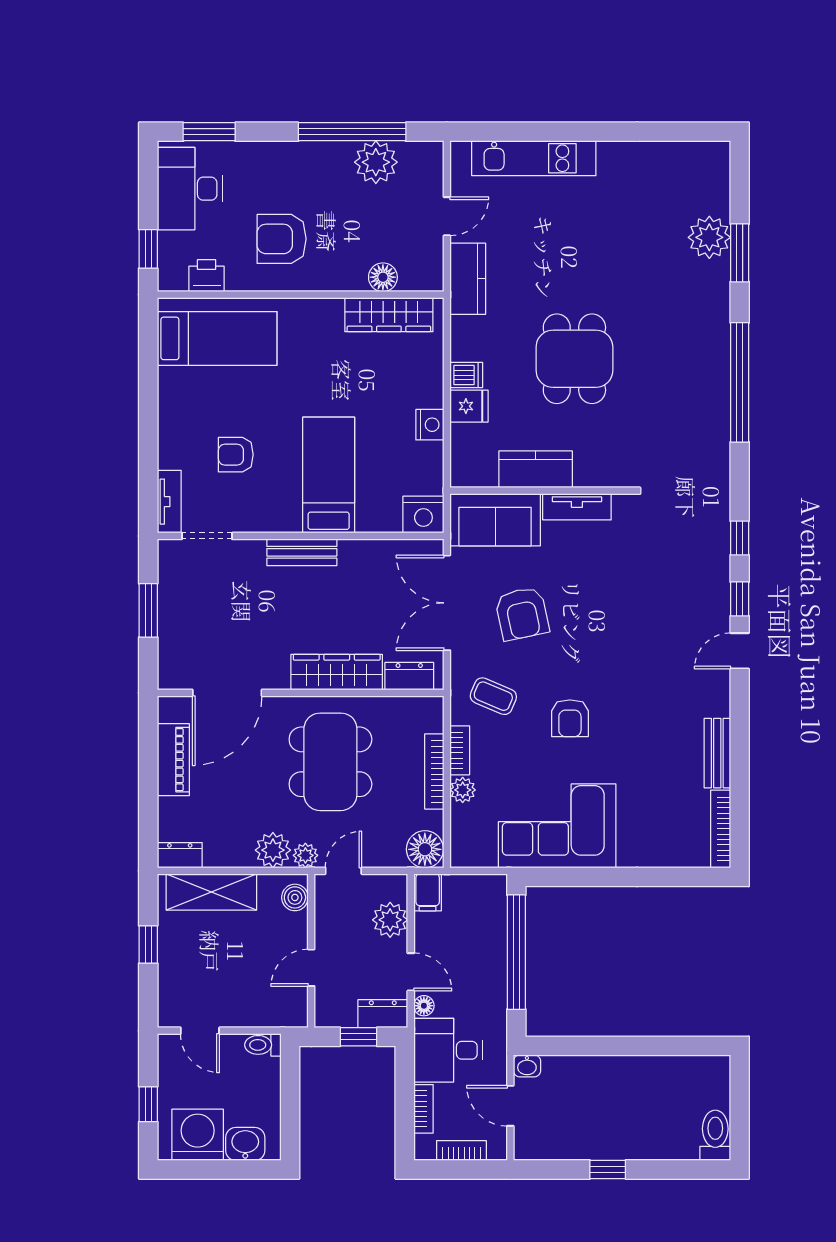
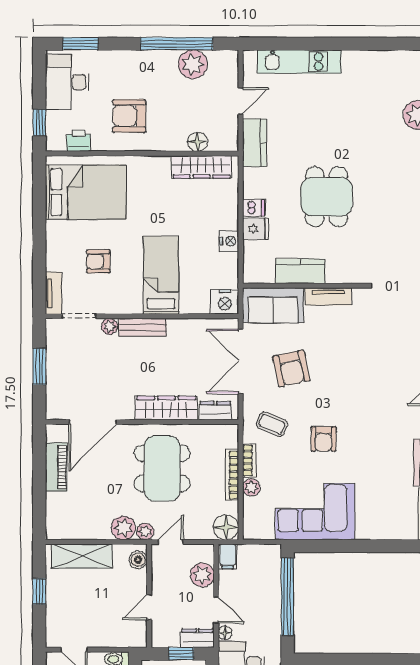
bed: (217, 338) -> (86, 192), width x1.50
plant: (252, 551) -> (109, 326), added
dresser: (180, 855) -> (61, 531), removed

